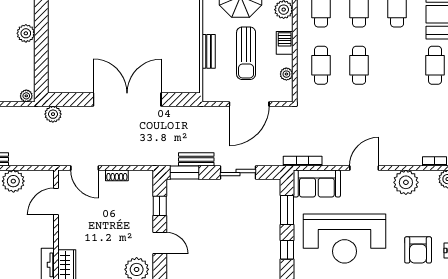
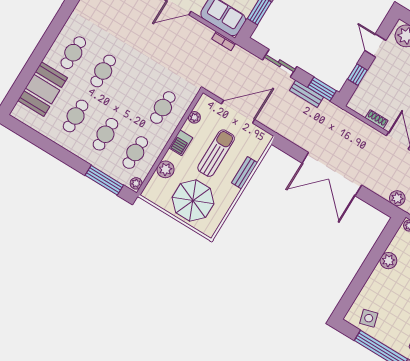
plant: (26, 33) -> (388, 261), moved
cafe table: (359, 65) -> (103, 71), moved
bookcase: (303, 161) -> (224, 41), width x0.64

